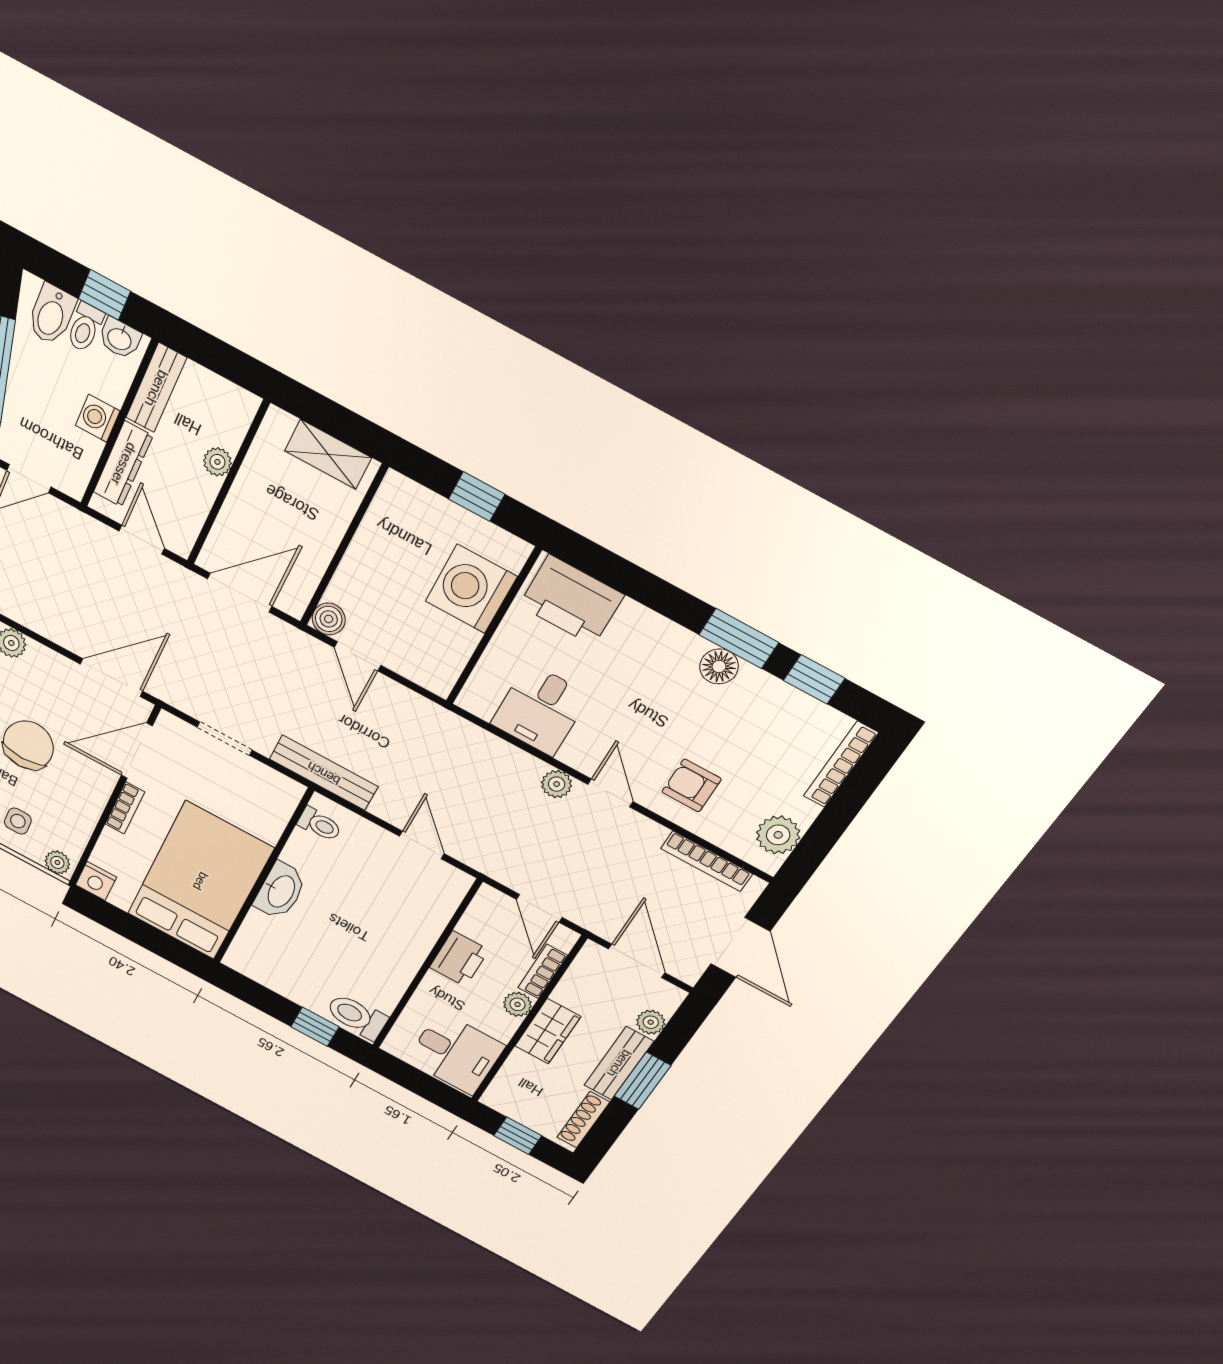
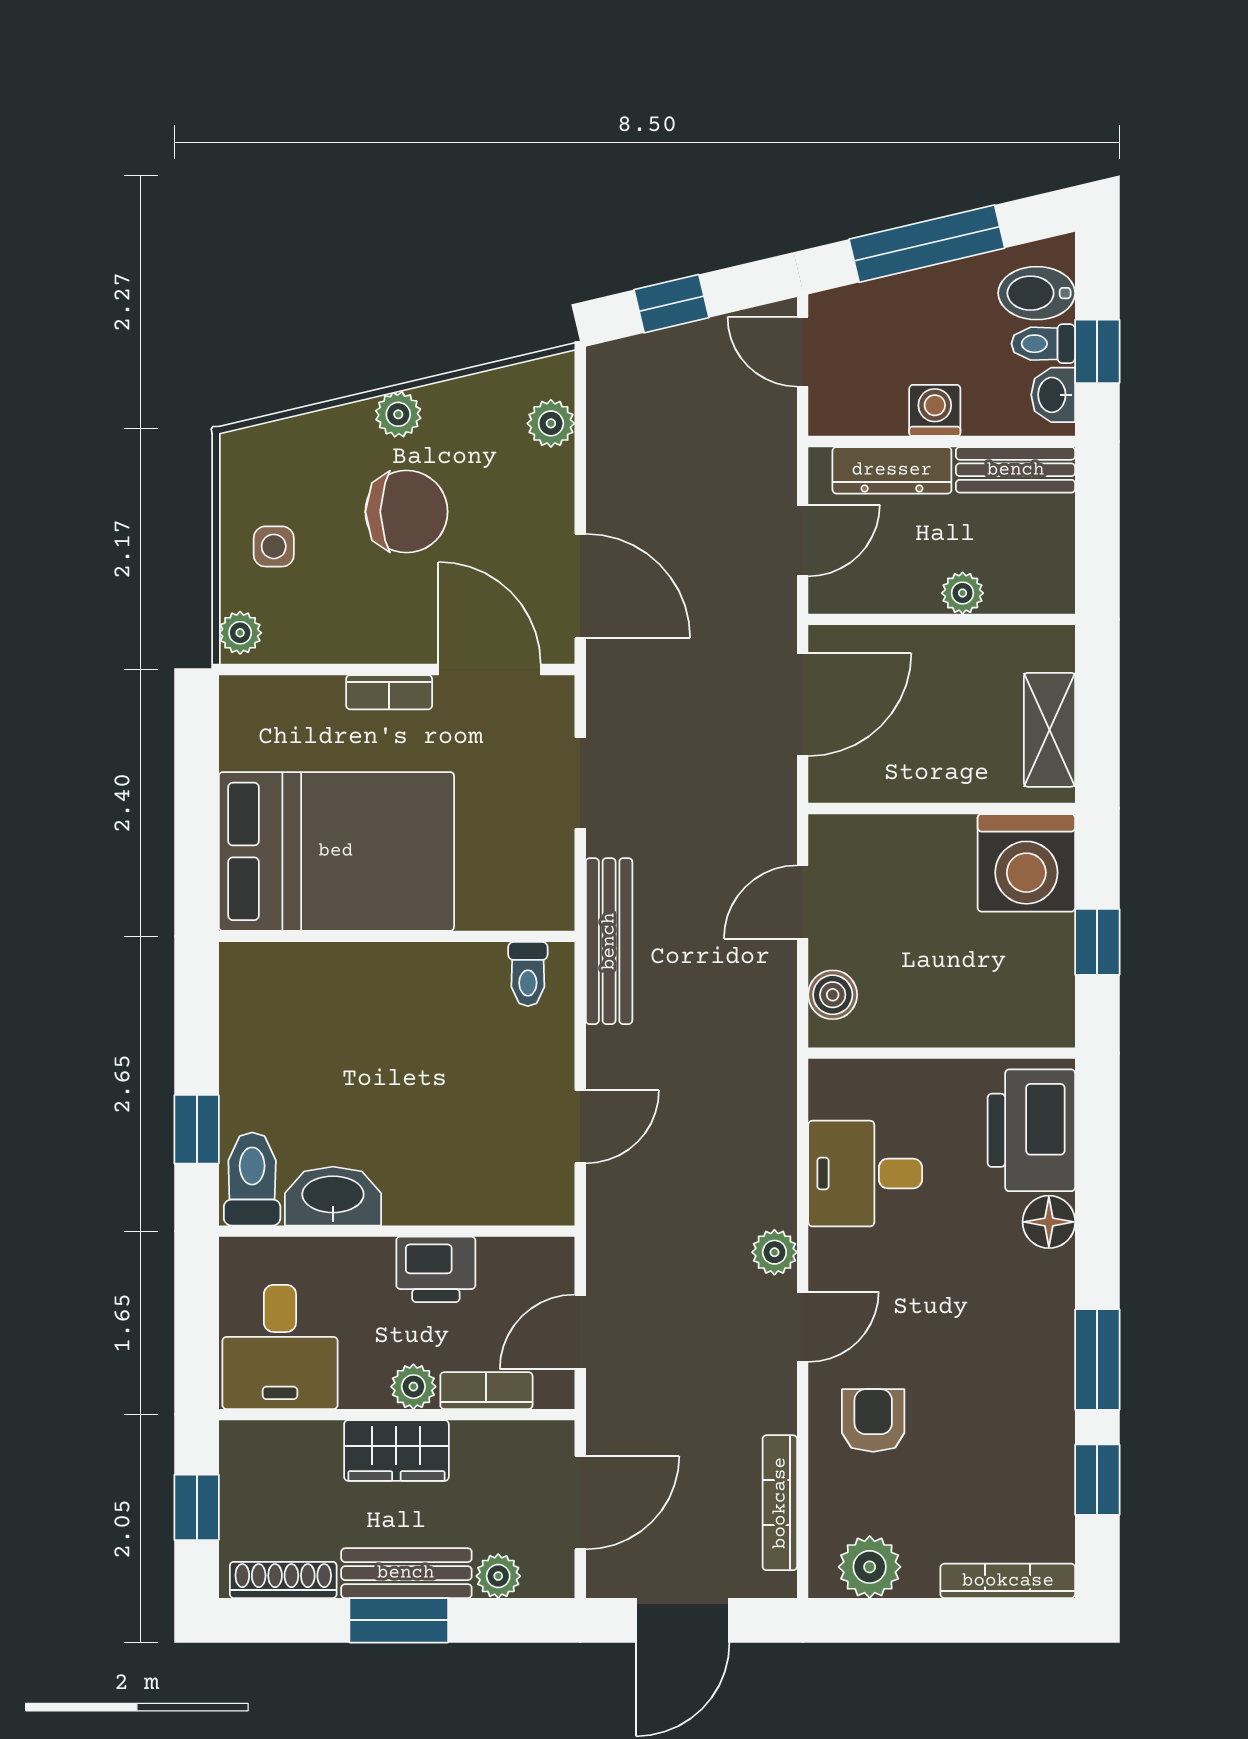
washing machine: (471, 589) -> (1026, 863), moved, turned 180
door: (240, 593) -> (803, 704), hinge flipped
boiler: (329, 619) -> (833, 995), moved
floor lamp: (719, 666) -> (1049, 1222), moved
nightstand: (96, 881) -> (244, 702), removed
washbasin: (280, 891) -> (333, 1196), moved, turned 180

